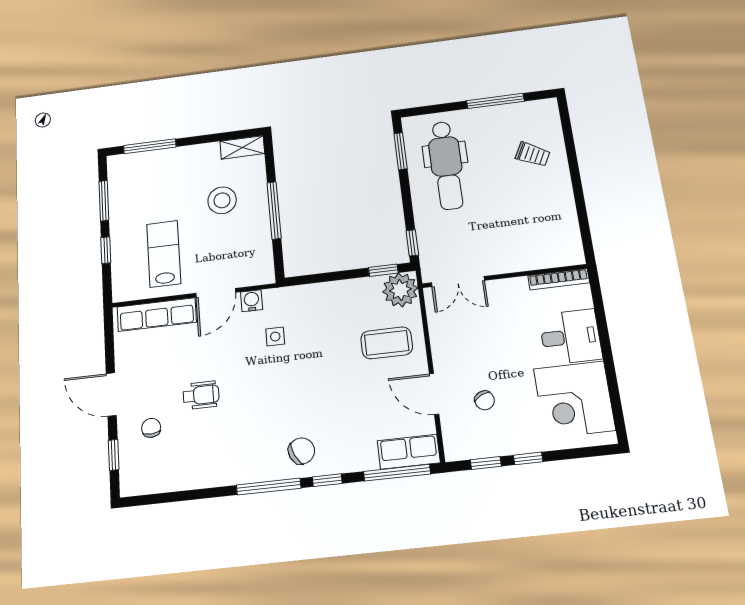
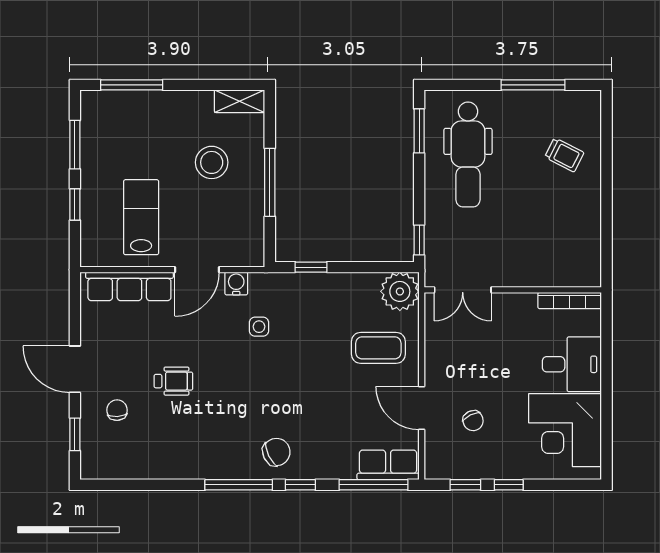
window: (383, 270) -> (311, 267), moved

